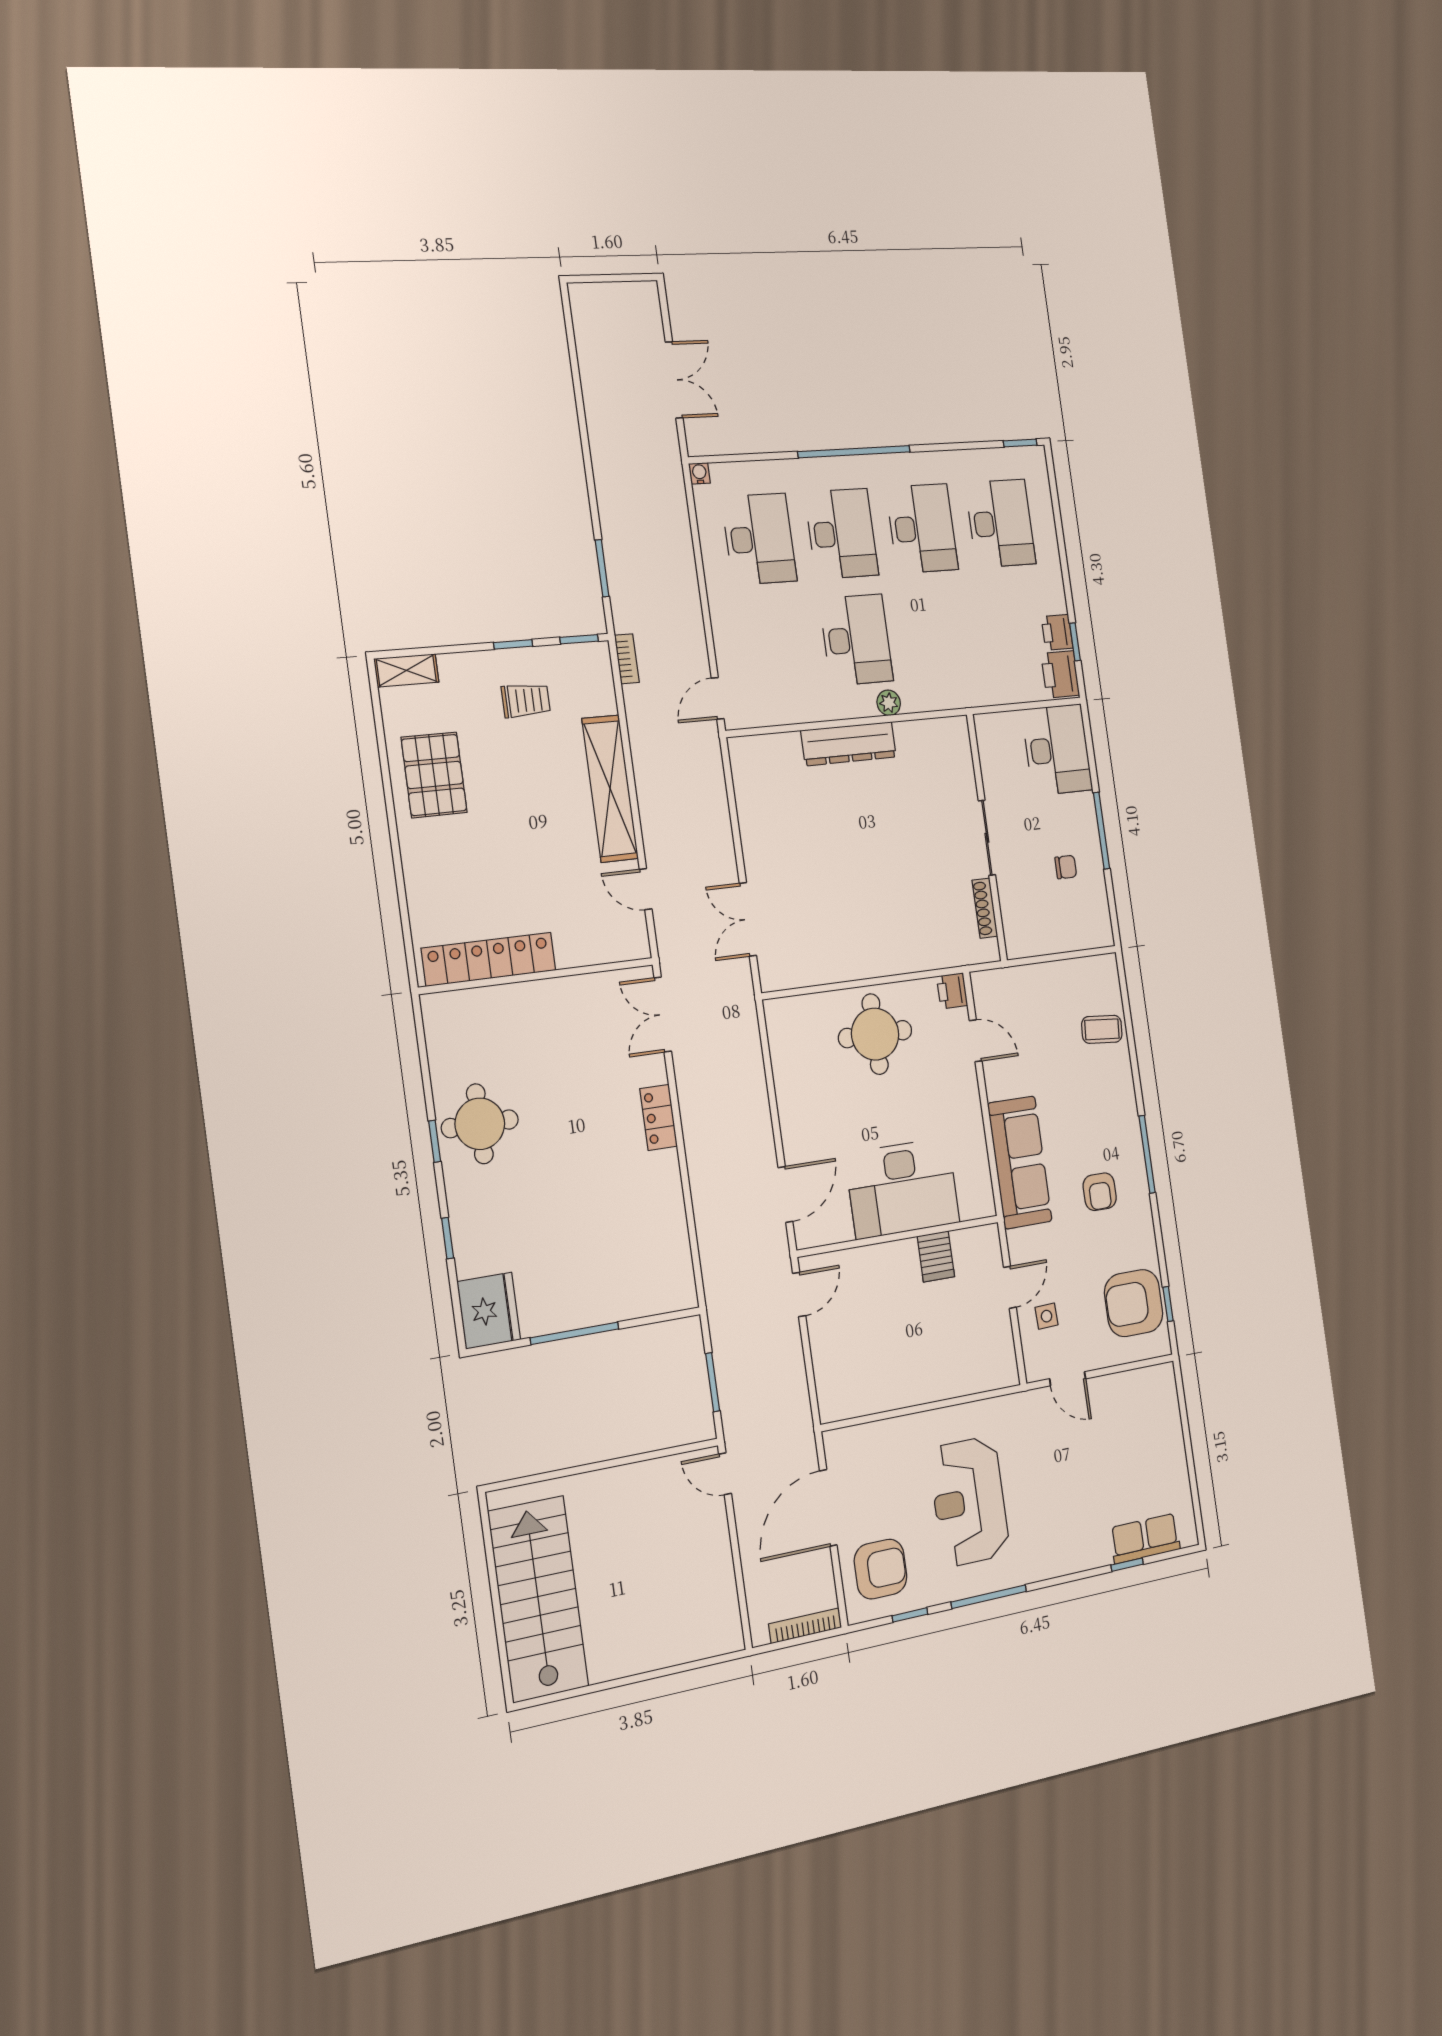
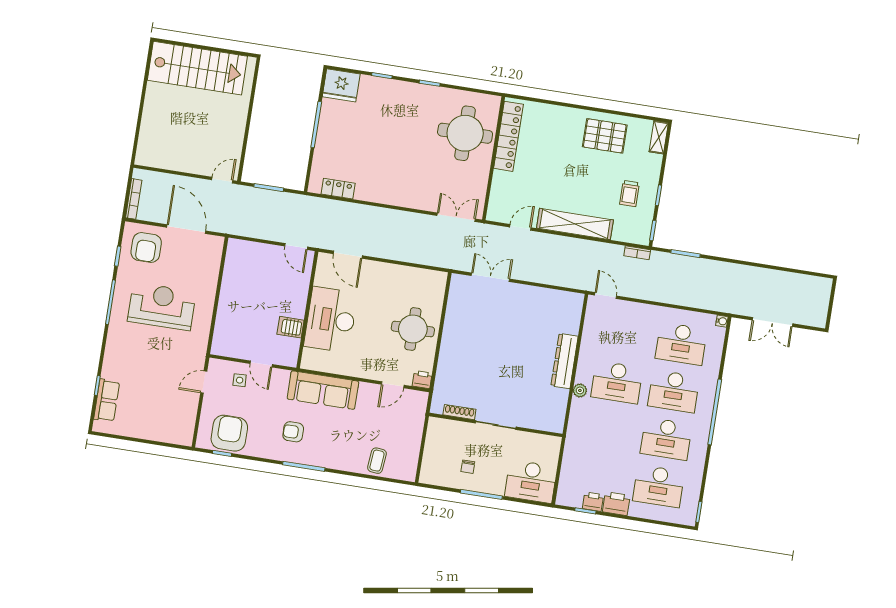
printer: (1060, 674) -> (616, 504), moved
locker: (659, 1117) -> (338, 189), moved
round table: (480, 1124) -> (465, 133), moved, width x1.36, depth x1.36

